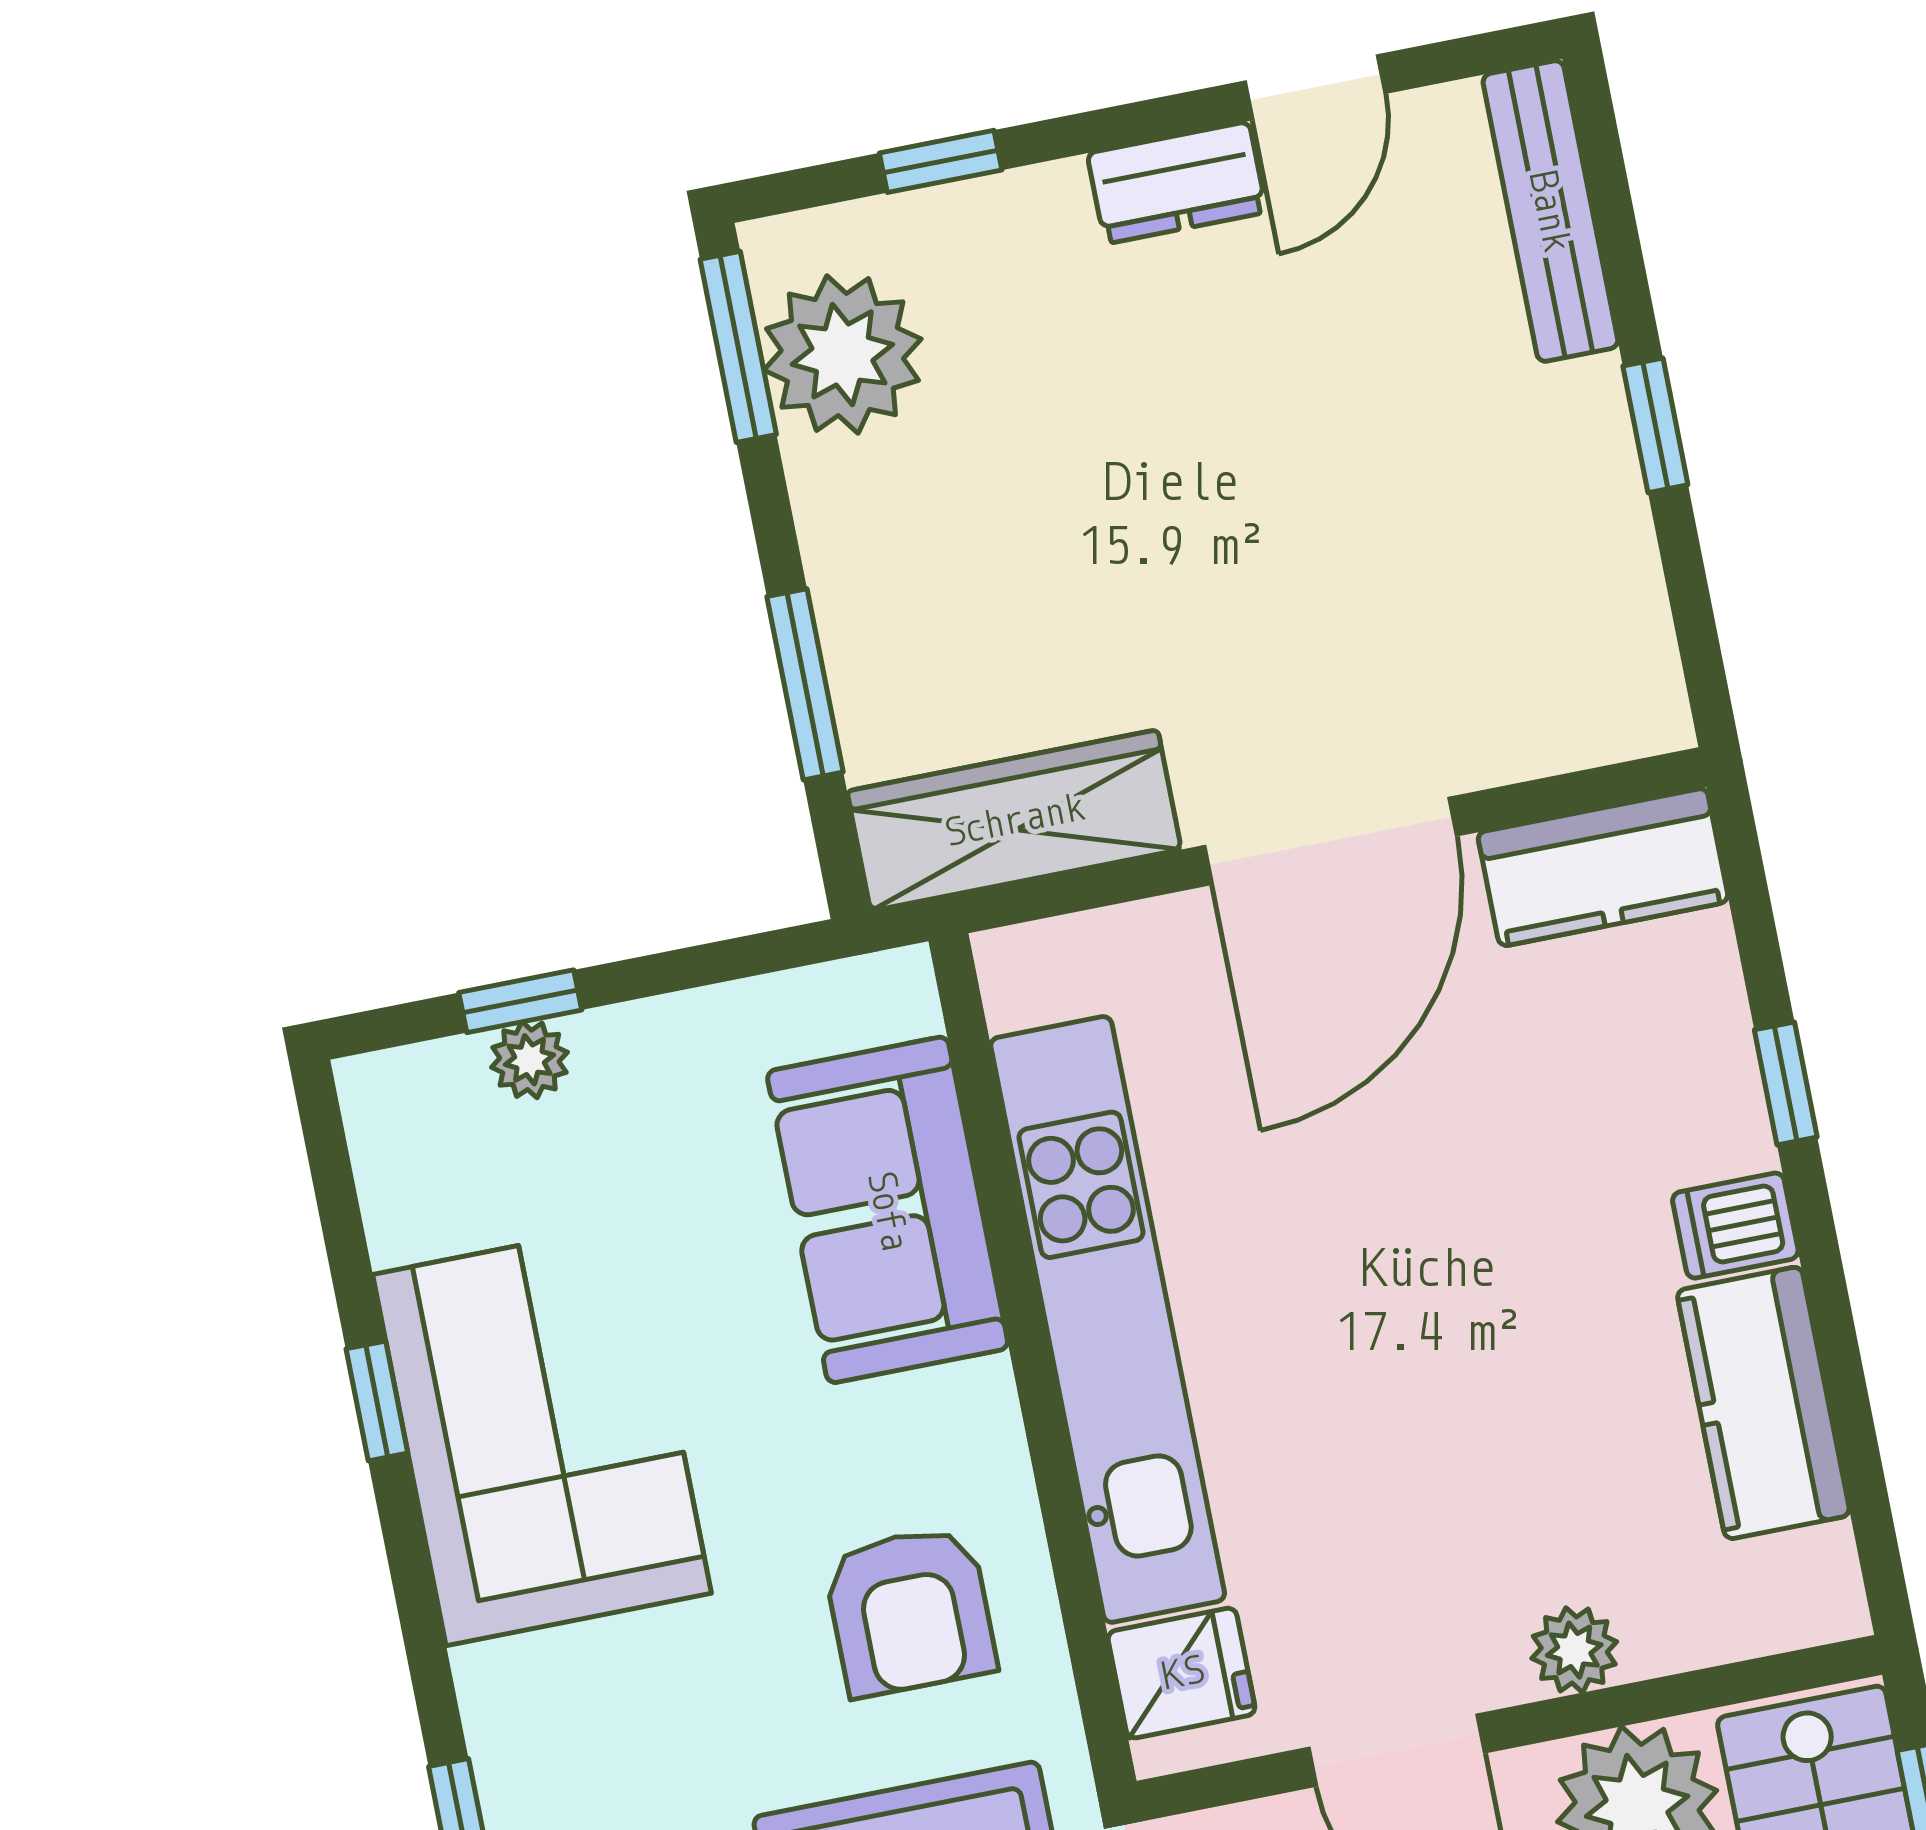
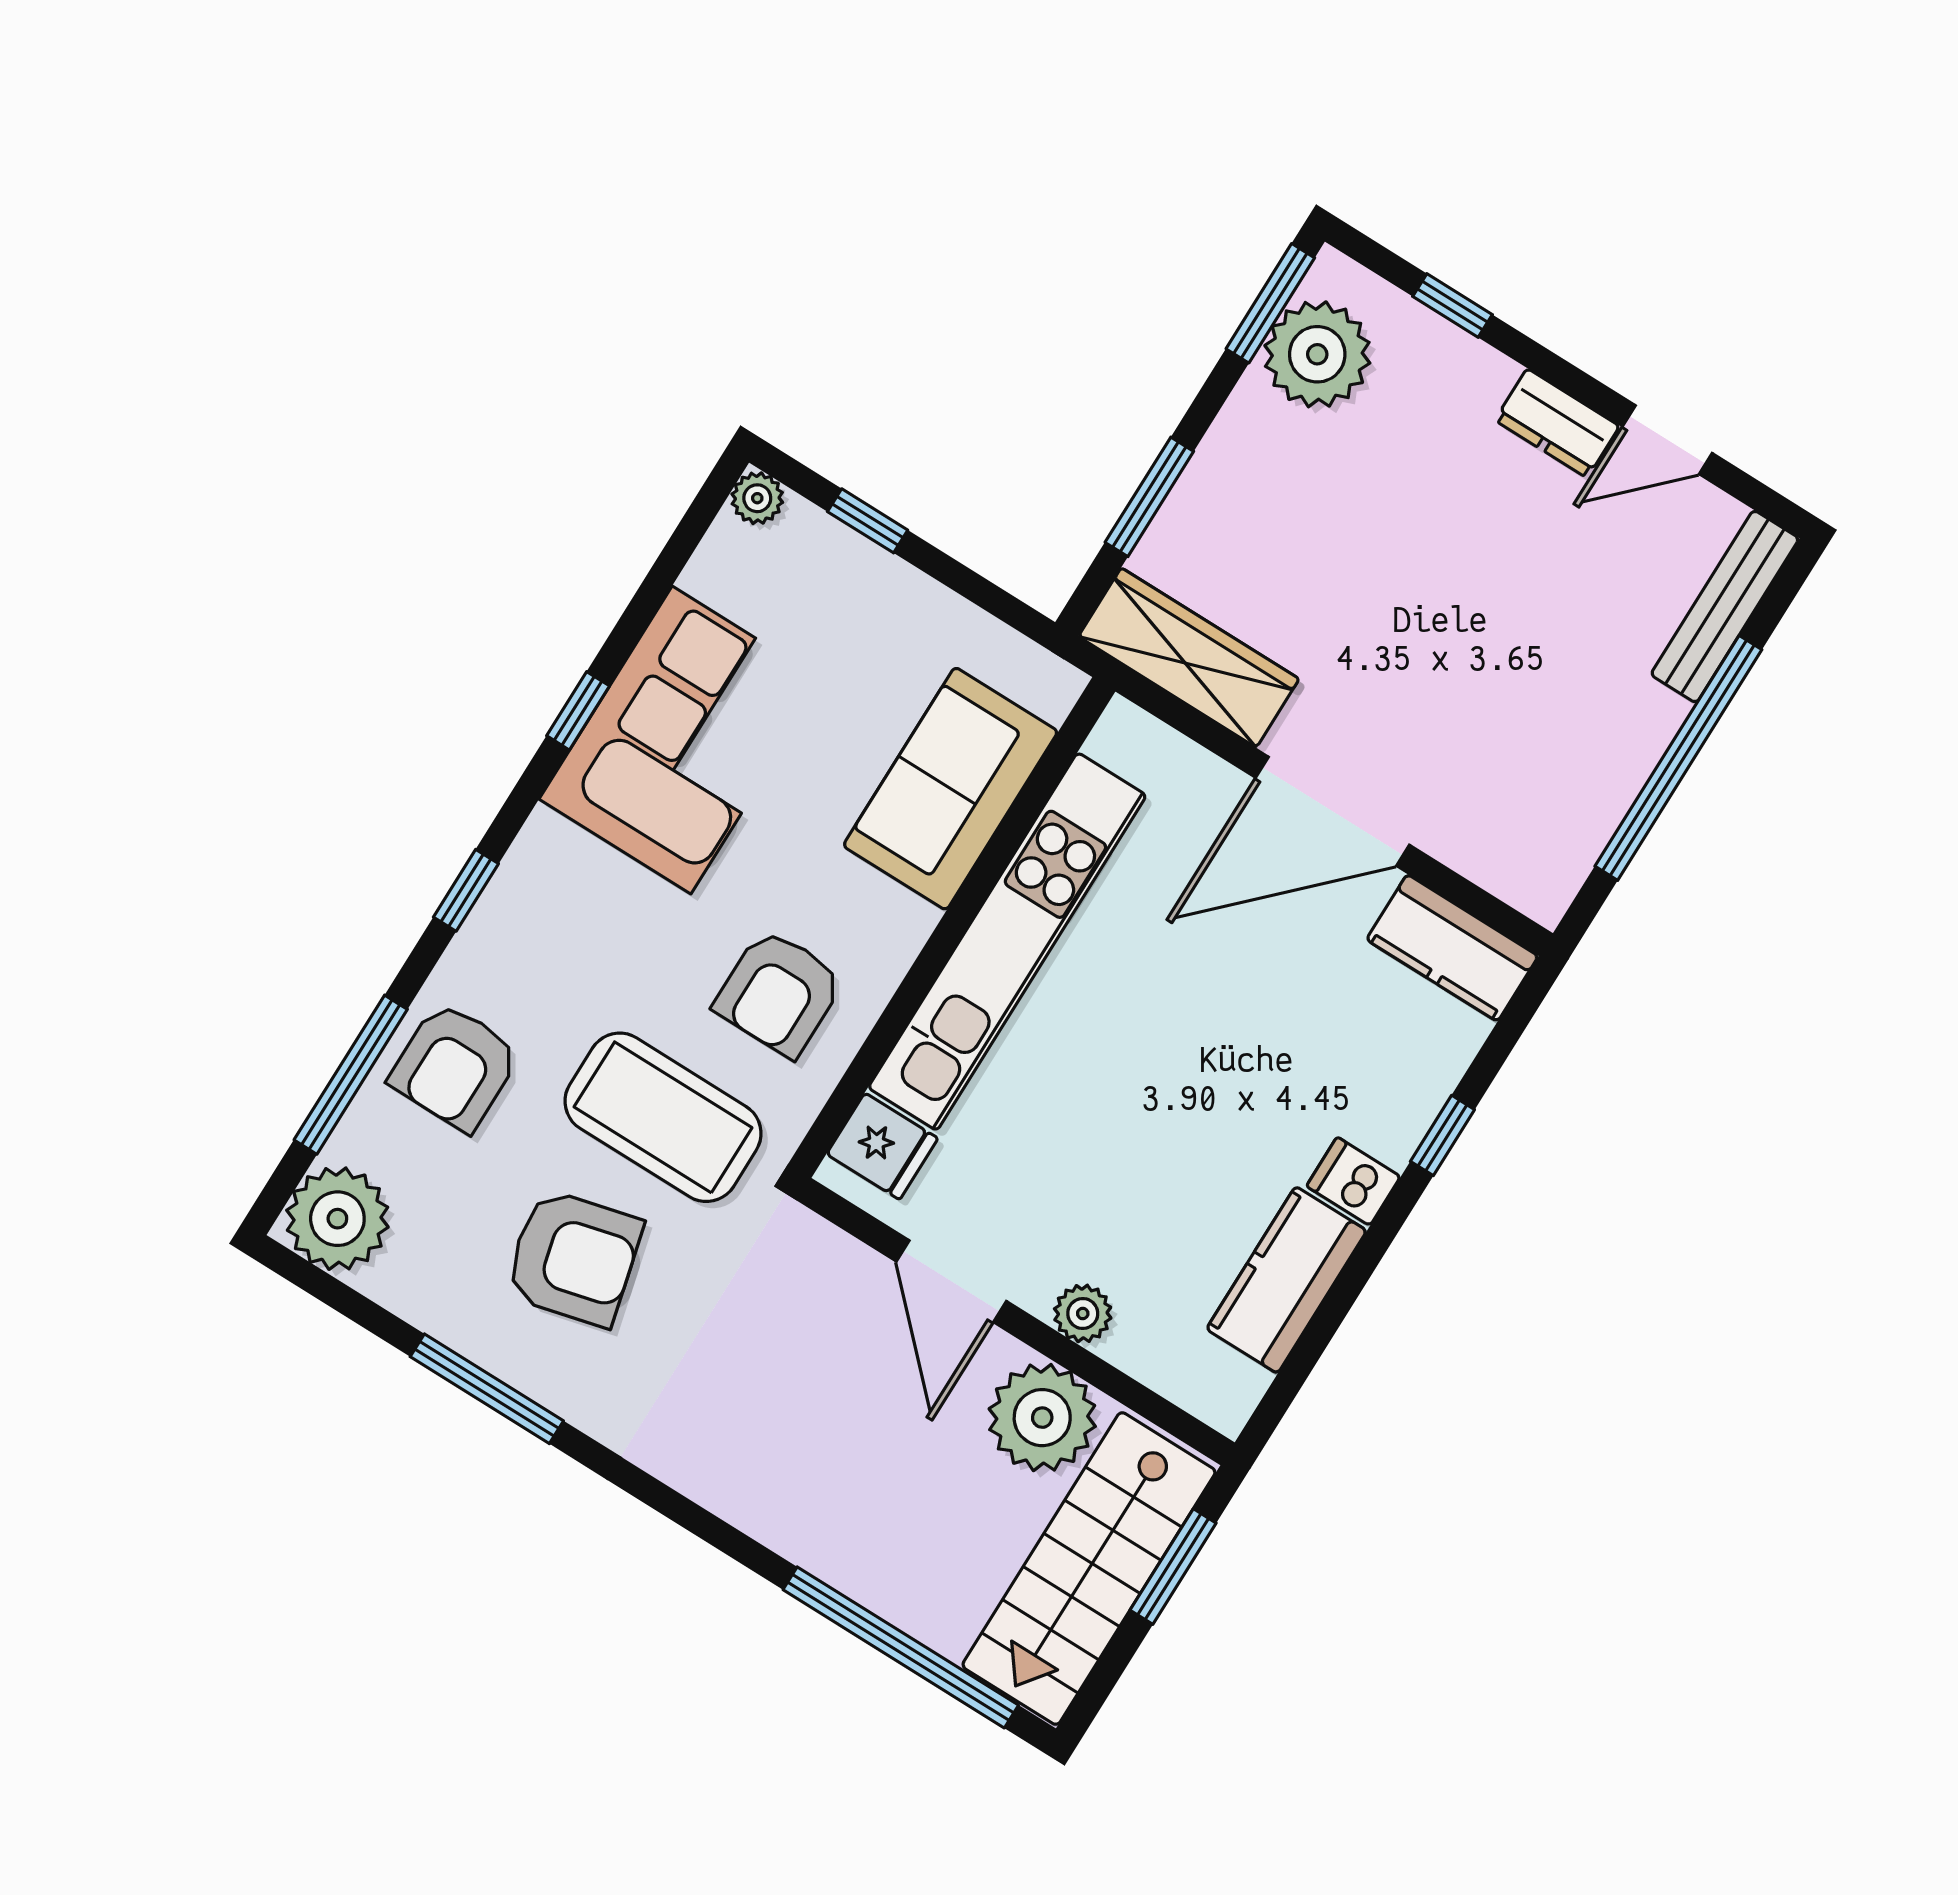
window: (1655, 425) -> (1678, 758), width x3.17
plant: (529, 1060) -> (757, 498), moved
window: (377, 1401) -> (578, 711), moved

